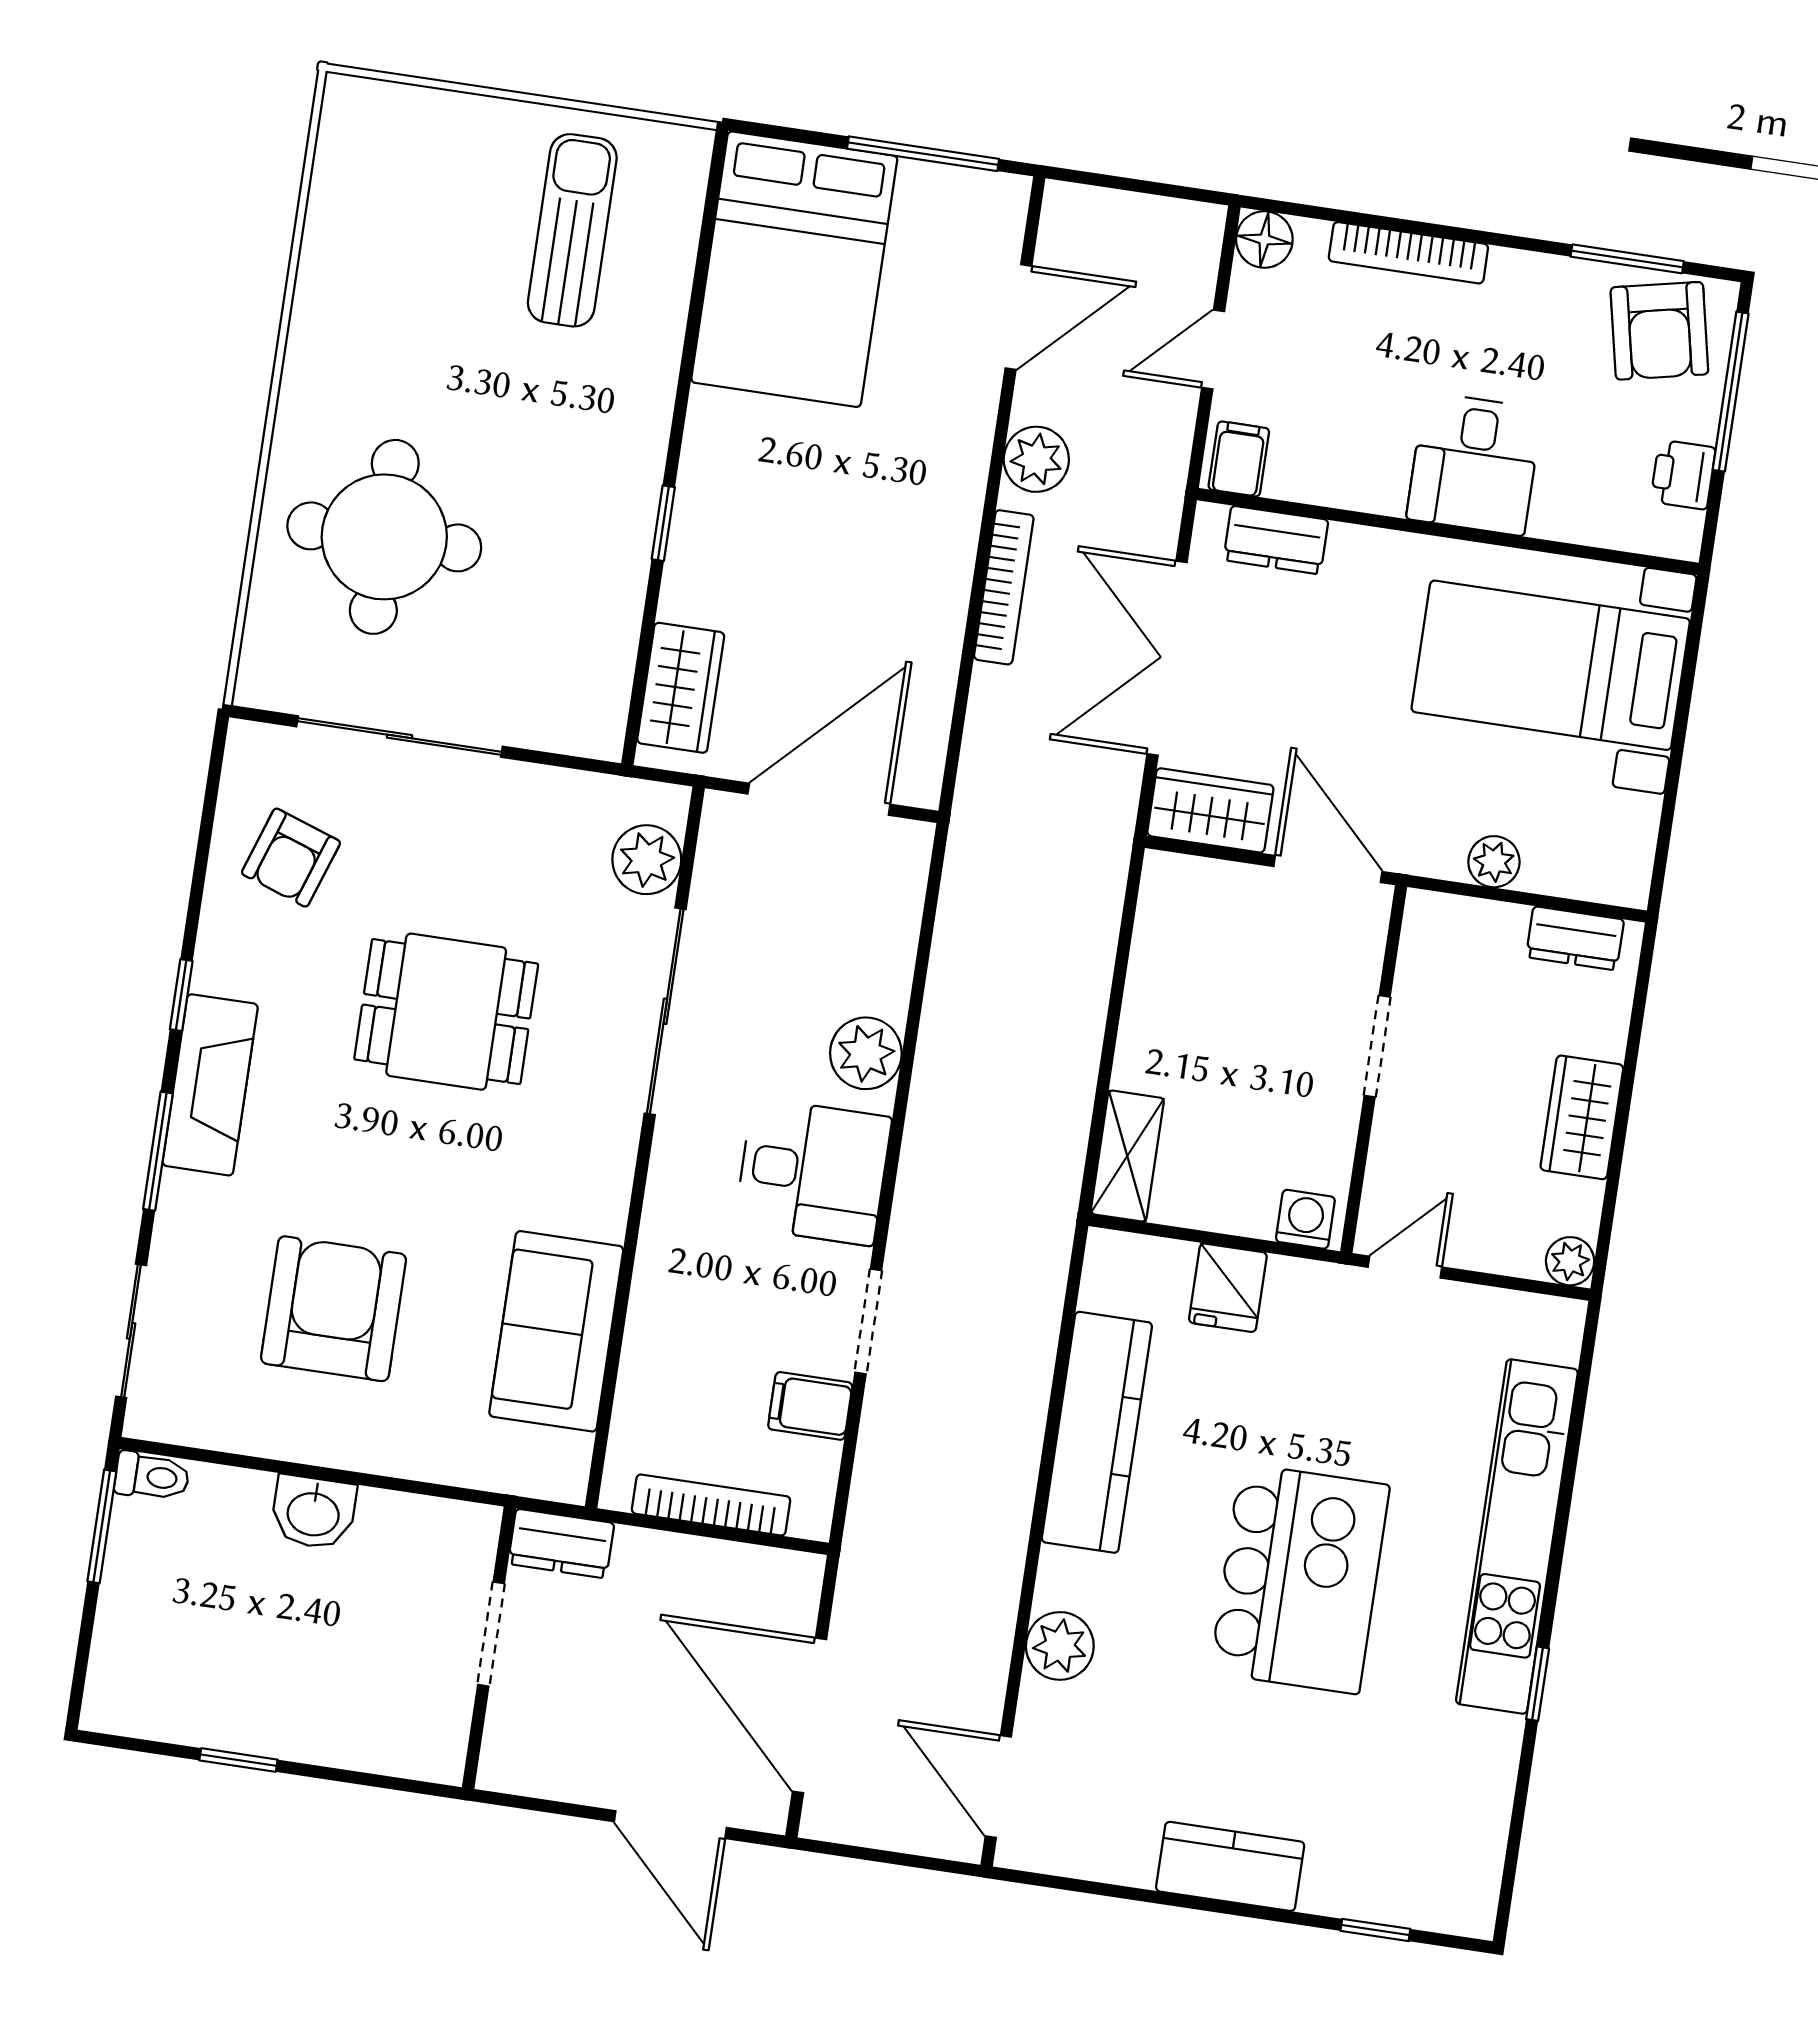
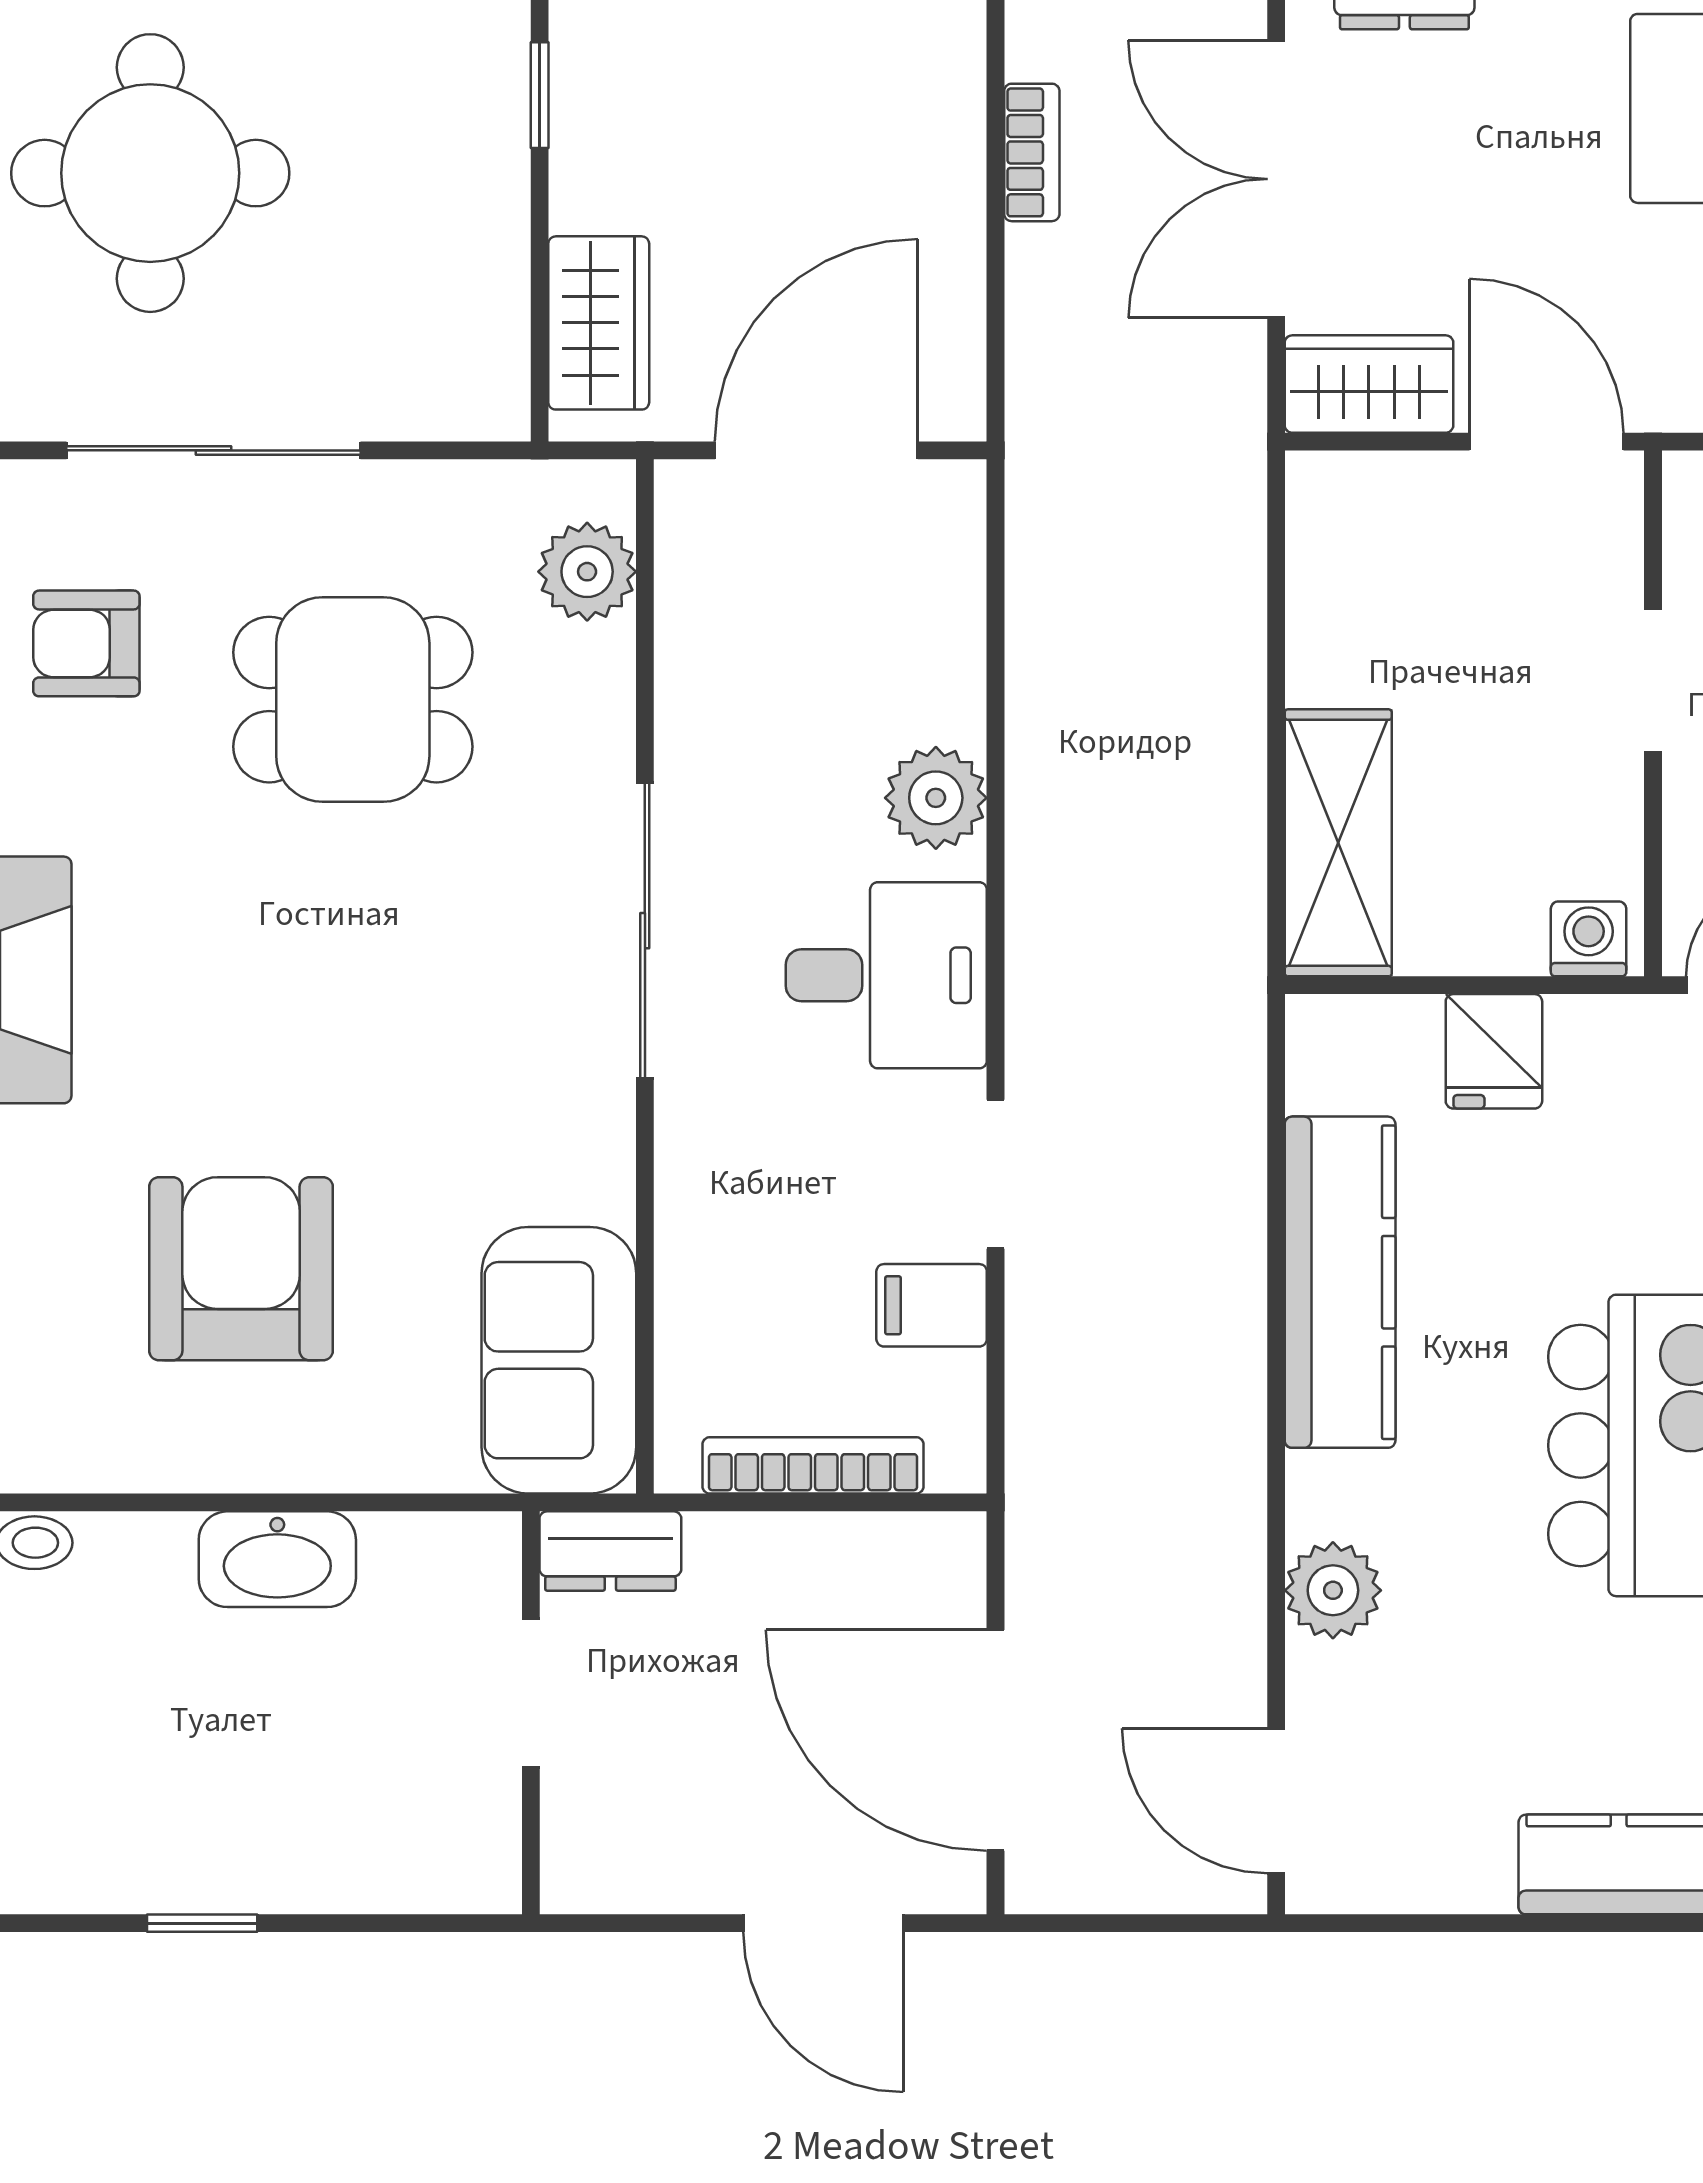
bookcase: (1004, 587) -> (1032, 152), width x0.64
armchair: (291, 858) -> (86, 643), turned 71
sliding door: (665, 1011) -> (645, 931), moved
dining table: (446, 1012) -> (353, 700), moved
shelving: (1127, 1156) -> (1338, 843), width x1.50, depth x1.33
sofa: (556, 1331) -> (559, 1360), moved
washbasin: (313, 1512) -> (277, 1559), width x1.38

